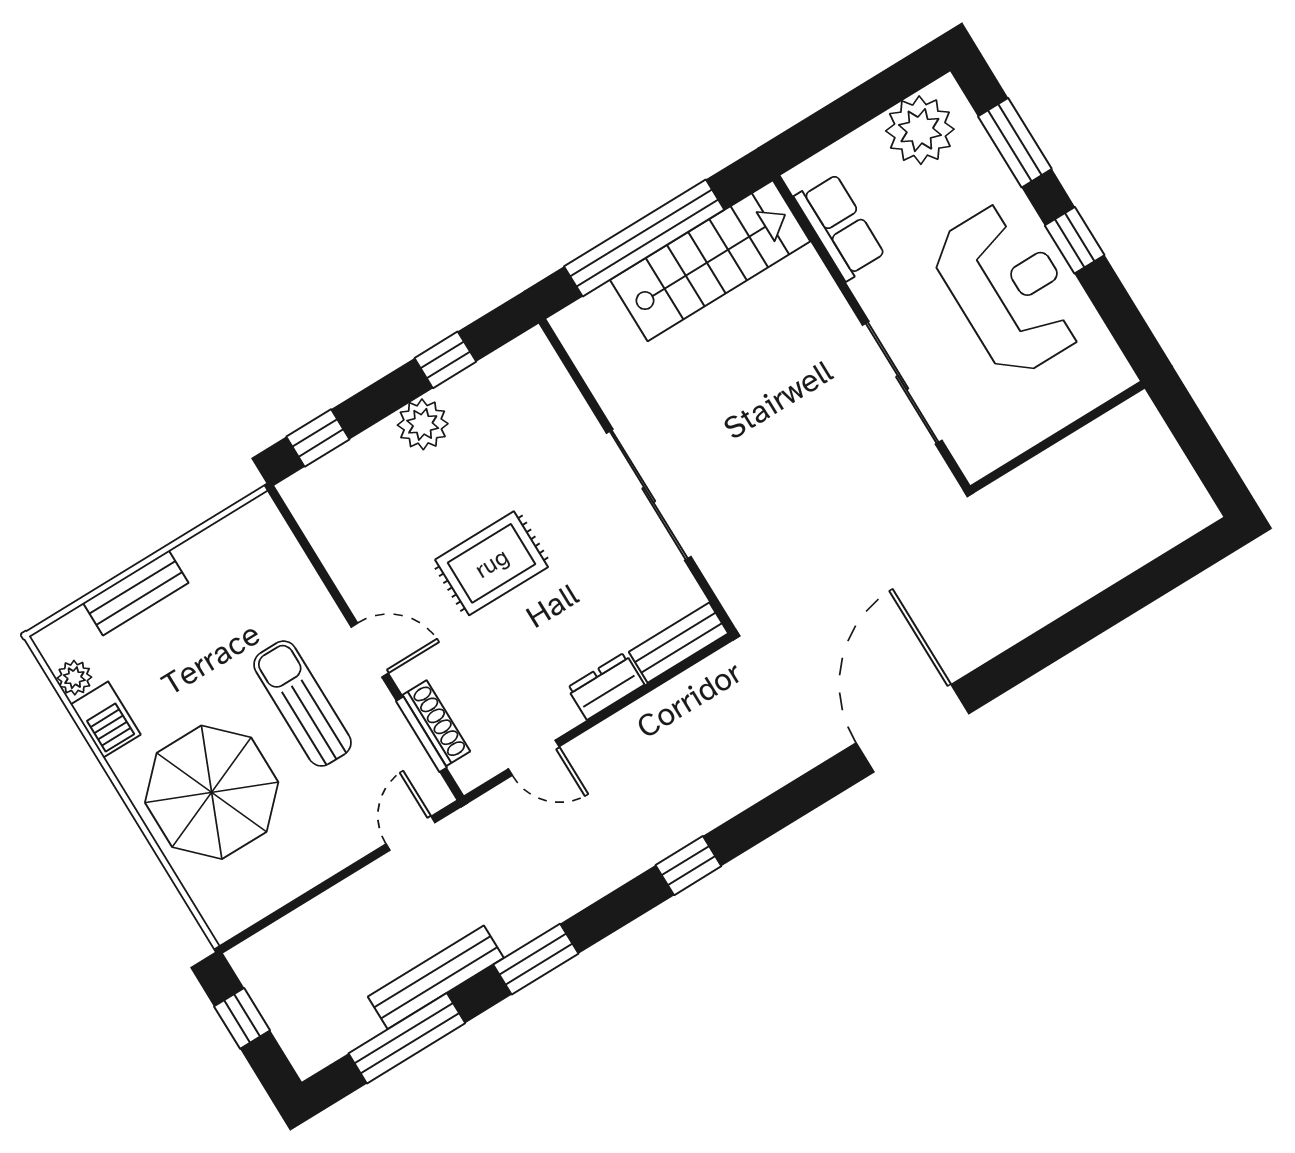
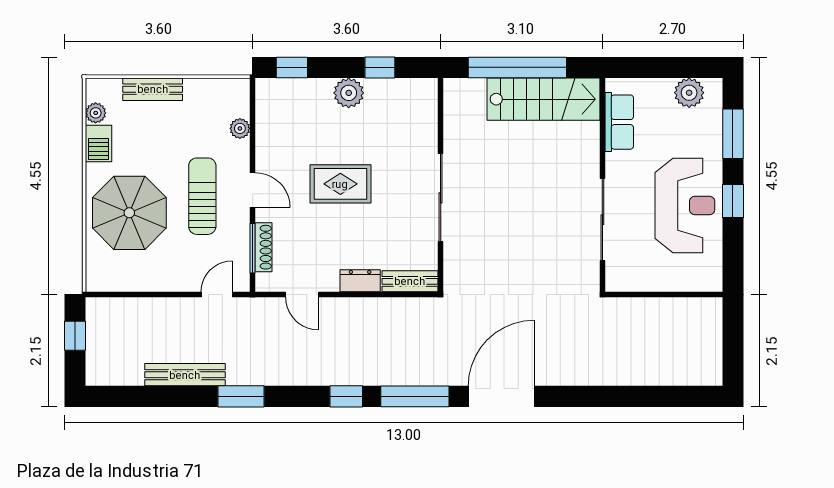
plant: (920, 130) -> (689, 93), width x0.73, depth x0.73
plant: (297, 572) -> (240, 128), added
window: (407, 1038) -> (415, 396), moved

